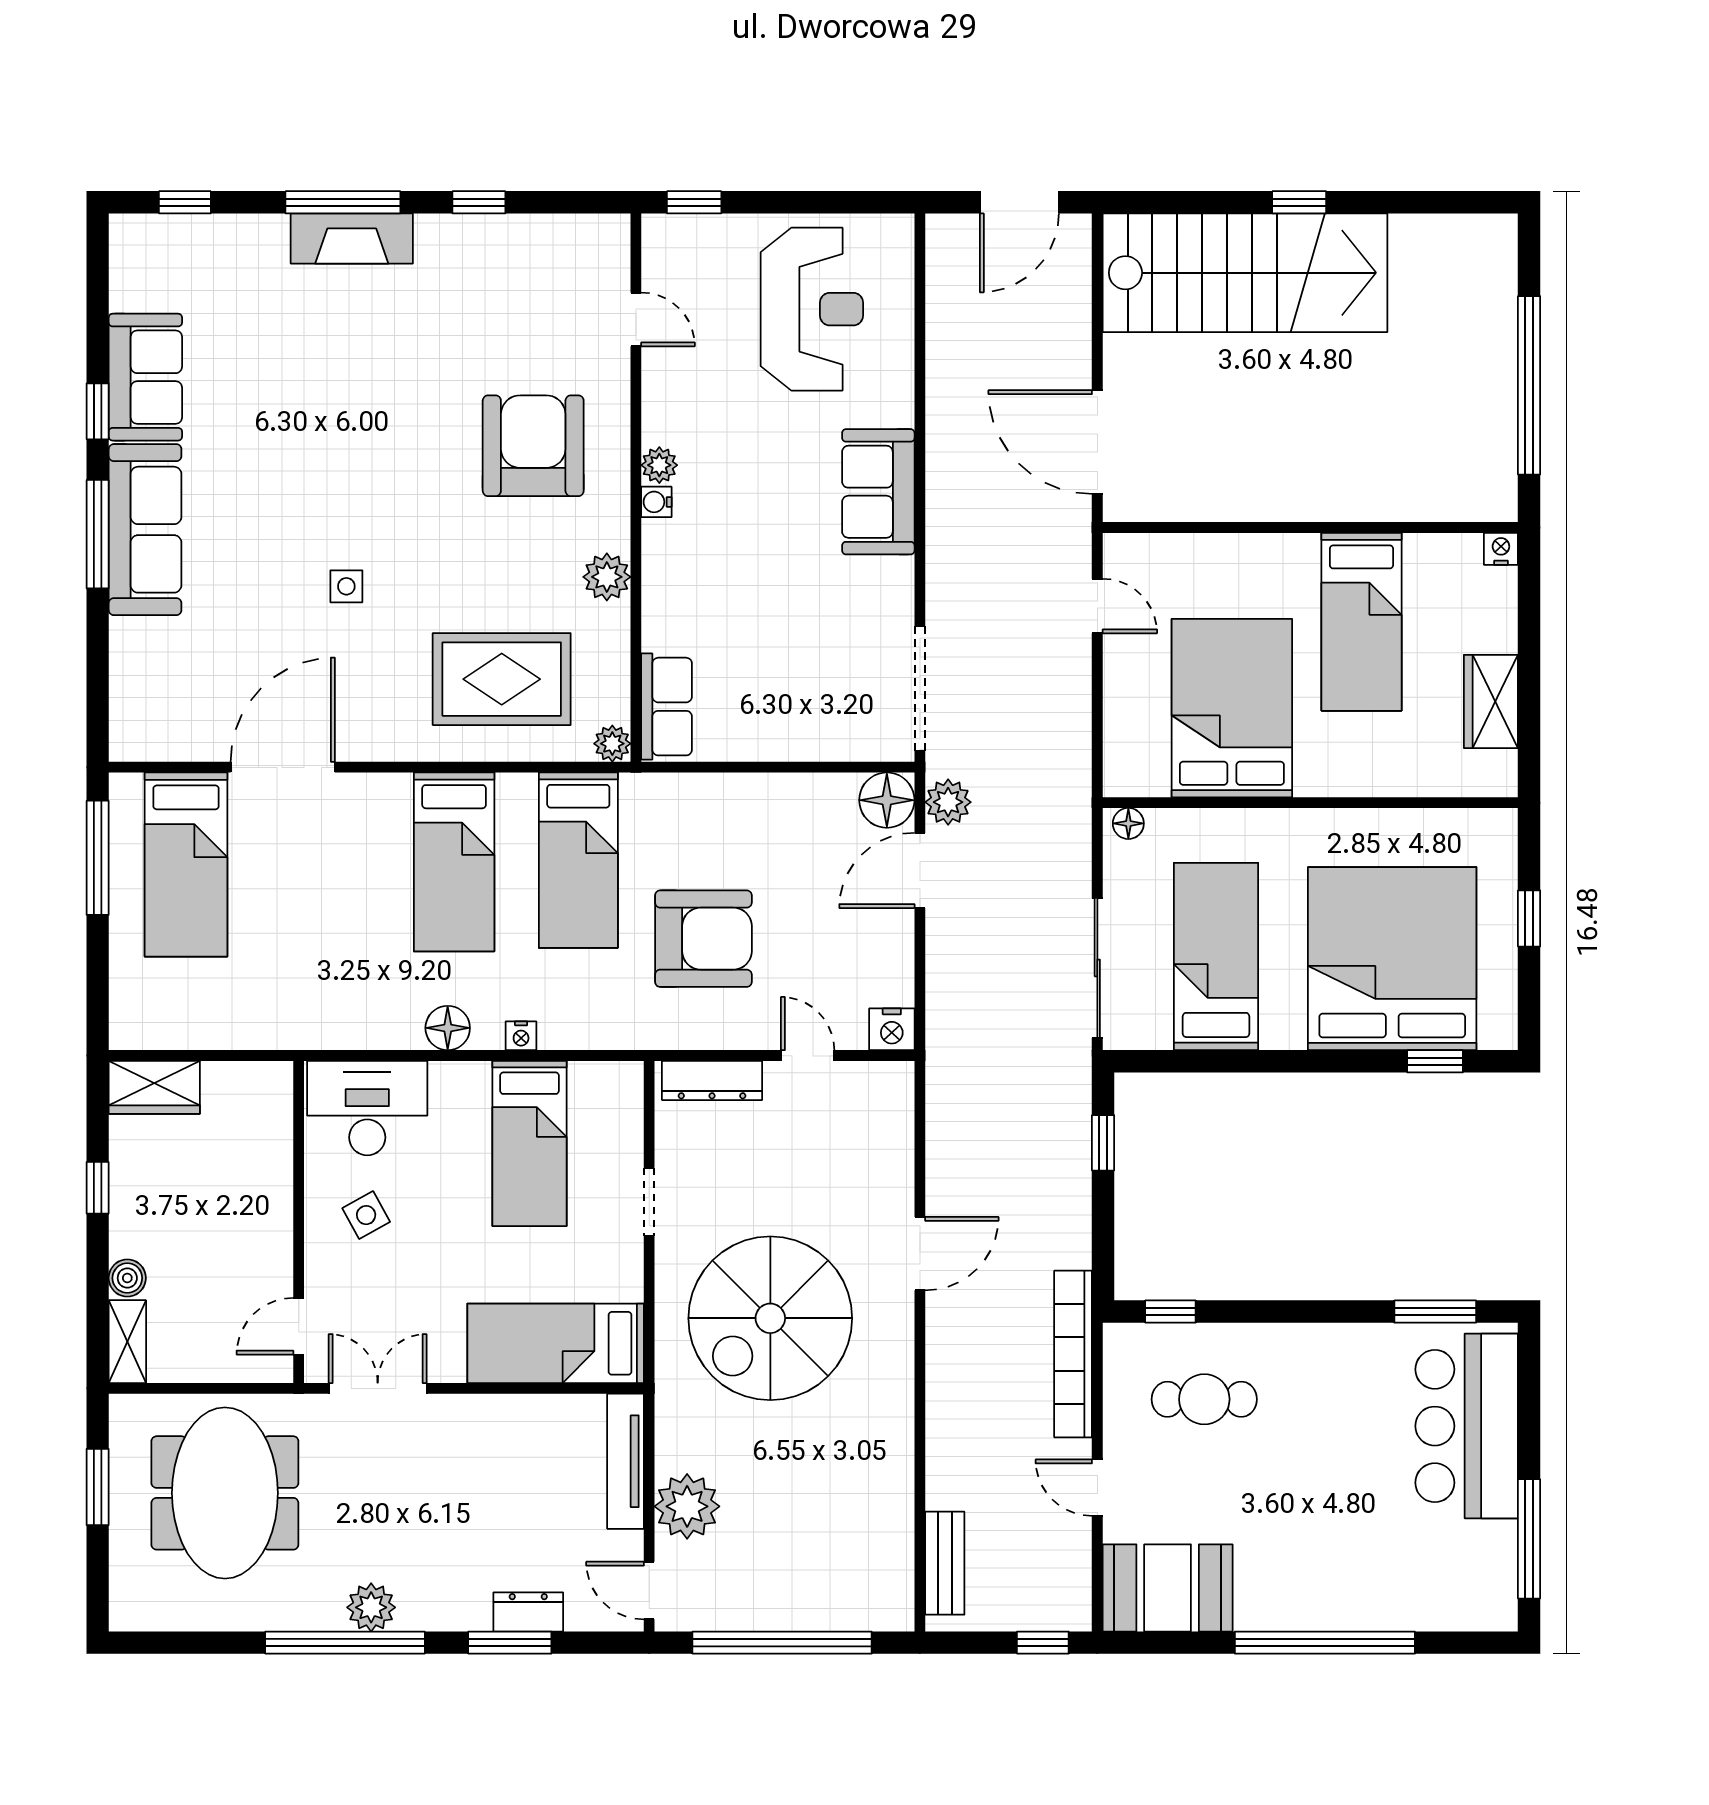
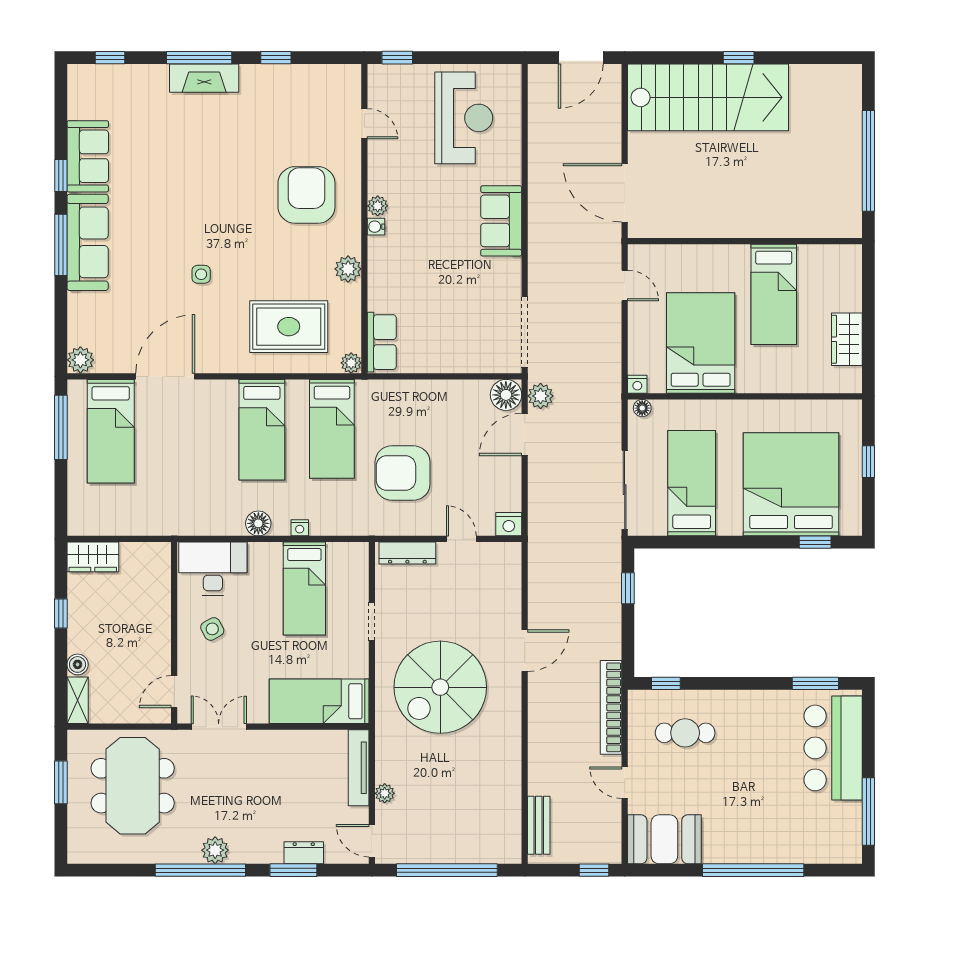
nightstand: (1501, 549) -> (637, 384), moved, turned 180
plant: (132, 738) -> (80, 360), added
armchair: (703, 939) -> (403, 473), turned 180
plant: (687, 1506) -> (385, 793), width x0.53, depth x0.53

